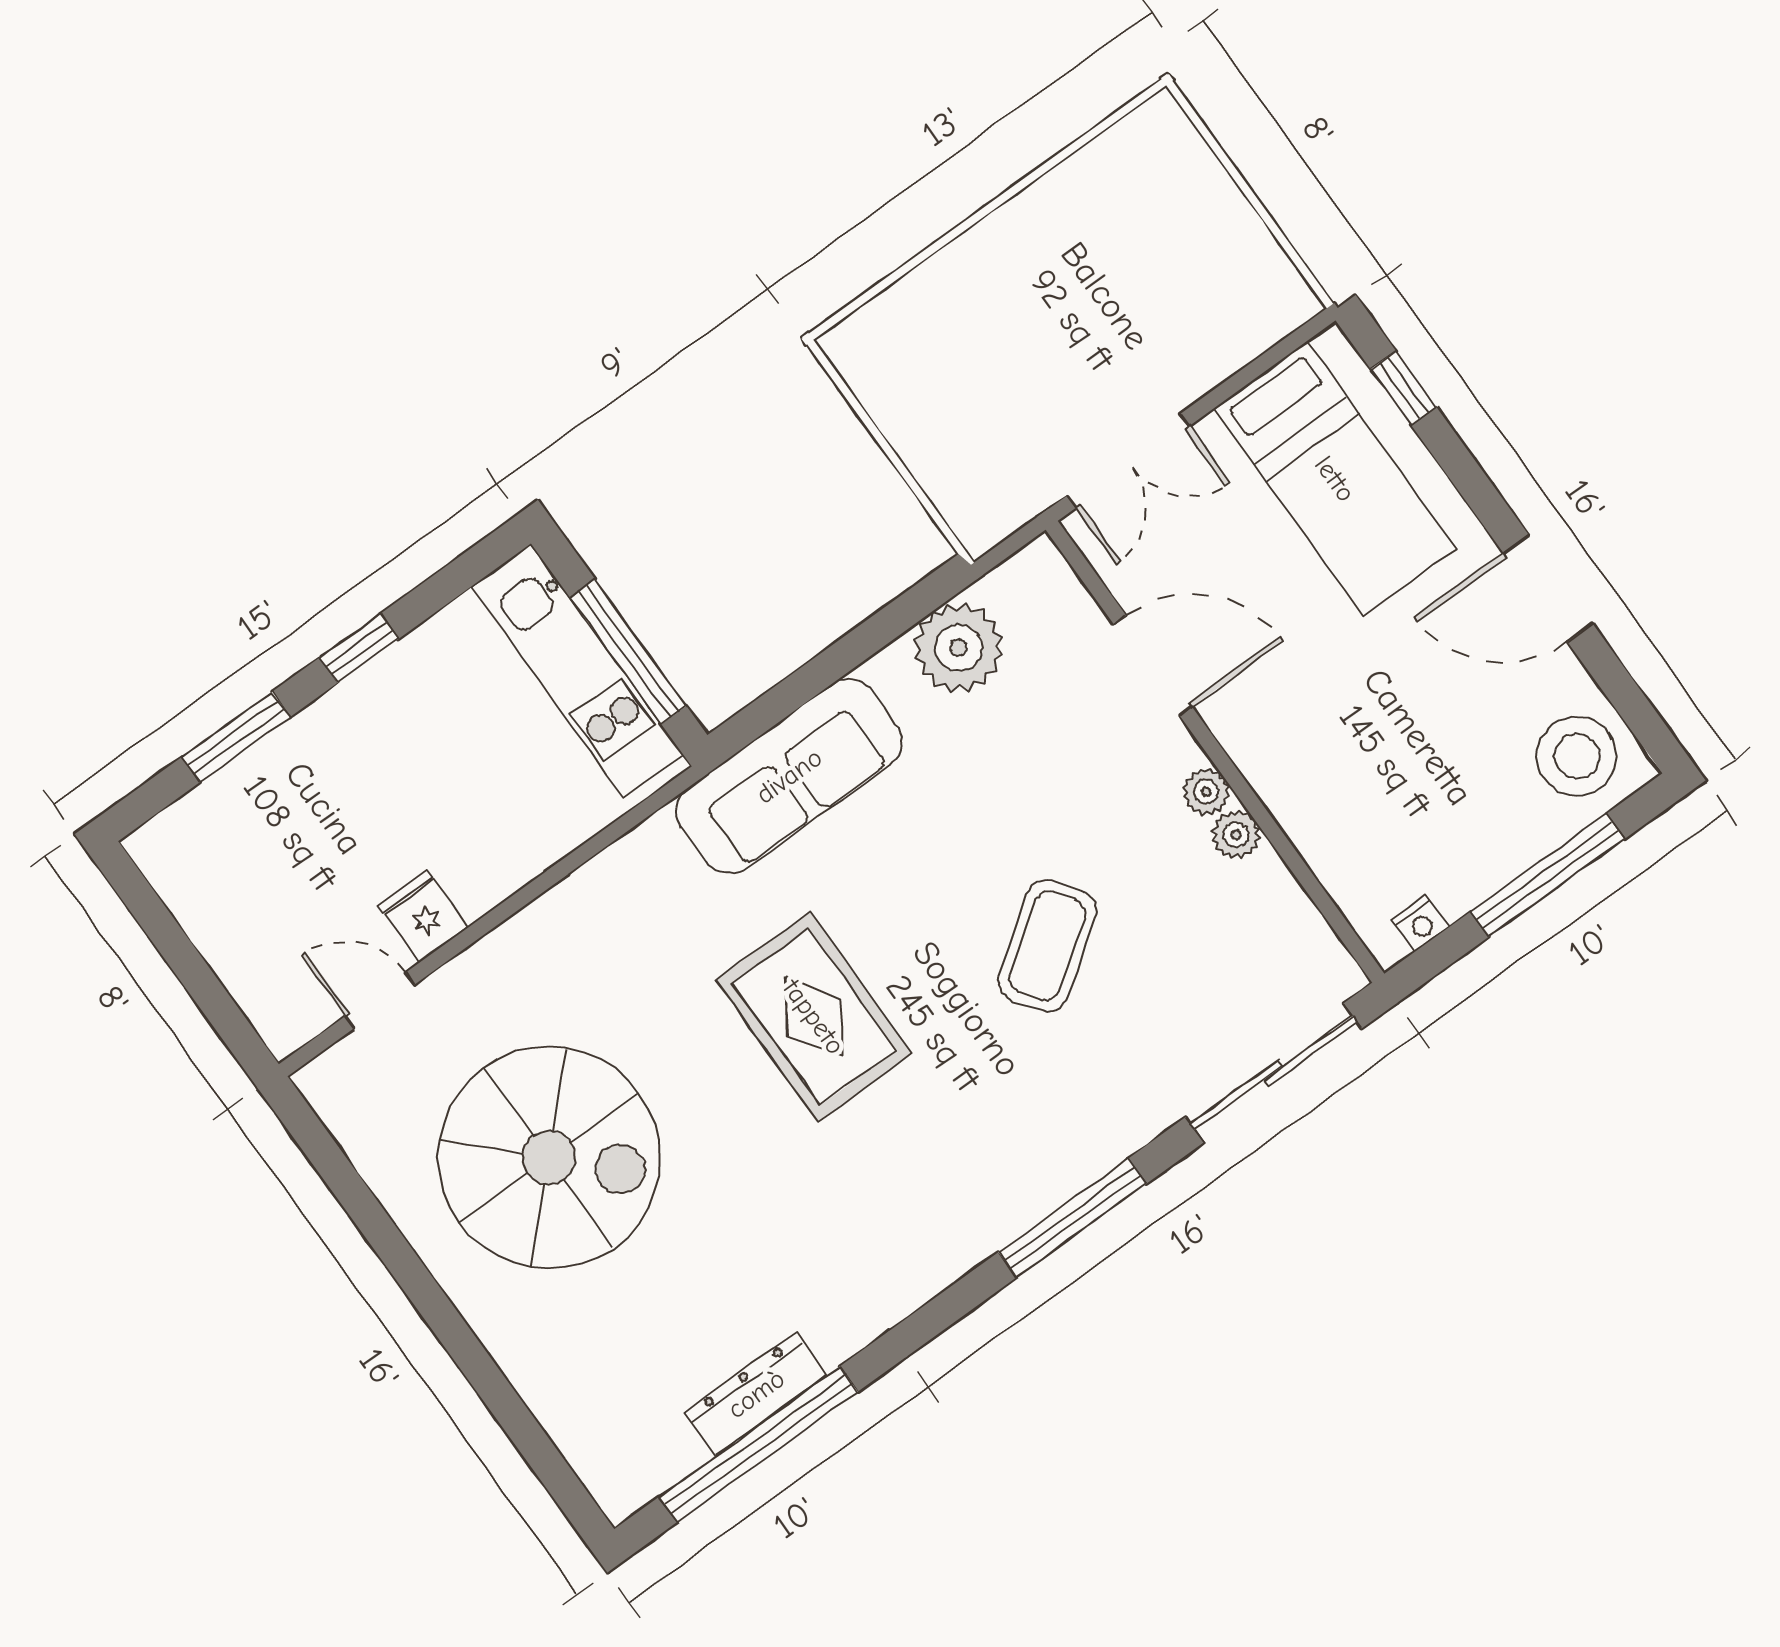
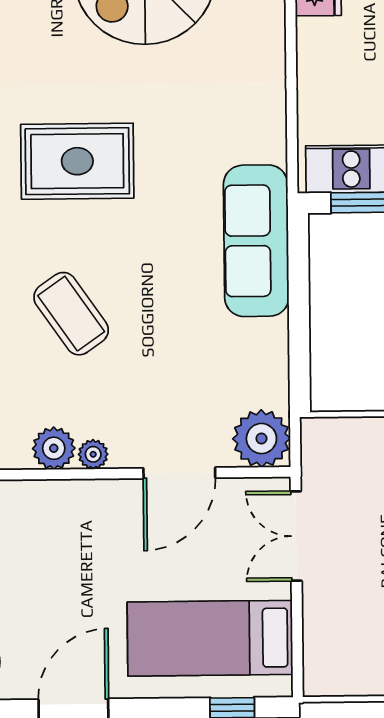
plant: (958, 648) -> (261, 439), moved
plant: (1236, 835) -> (54, 448), width x1.38, depth x1.38
rug: (814, 1017) -> (77, 161), moved

